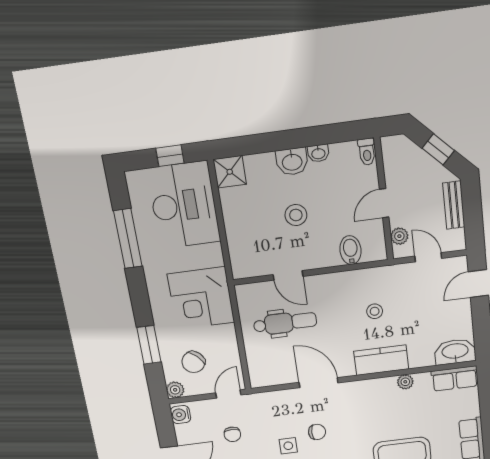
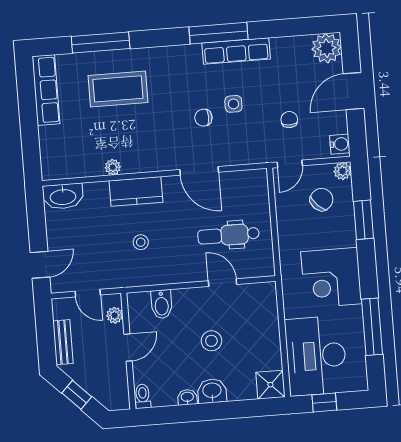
corner desk: (201, 298) -> (331, 278), moved, turned 180
row of seats: (455, 378) -> (64, 168), removed

